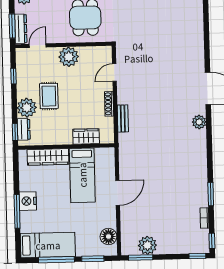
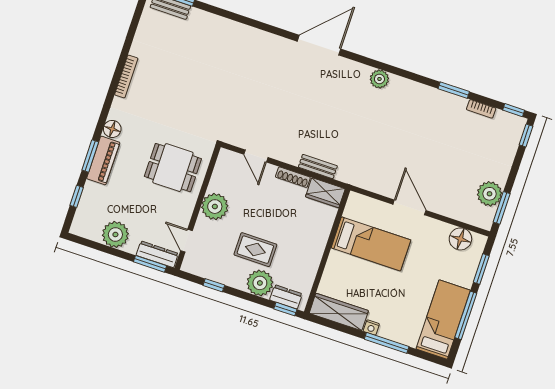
plant: (199, 122) -> (379, 79), moved
wardrobe: (86, 136) -> (325, 193), moved, turned -90
wardrobe: (48, 157) -> (339, 312), moved, turned -90
nightstand: (28, 201) -> (371, 328), width x0.53, depth x0.56

